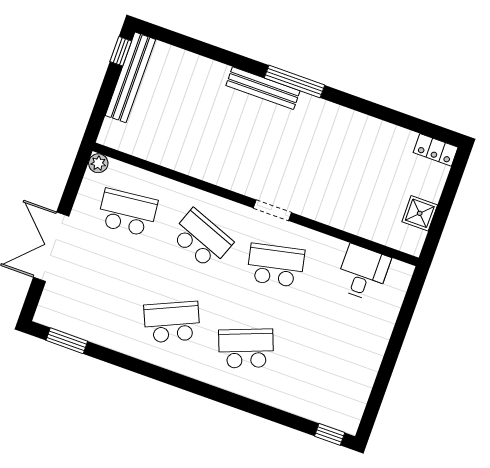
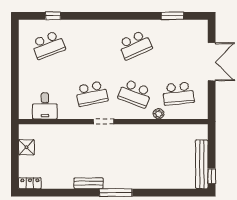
bench: (263, 88) -> (89, 183), moved, width x0.73
plant: (98, 163) -> (159, 114), moved
window: (67, 341) -> (172, 16), moved
school desk: (246, 348) -> (48, 45), moved
window: (330, 434) -> (53, 16), moved

